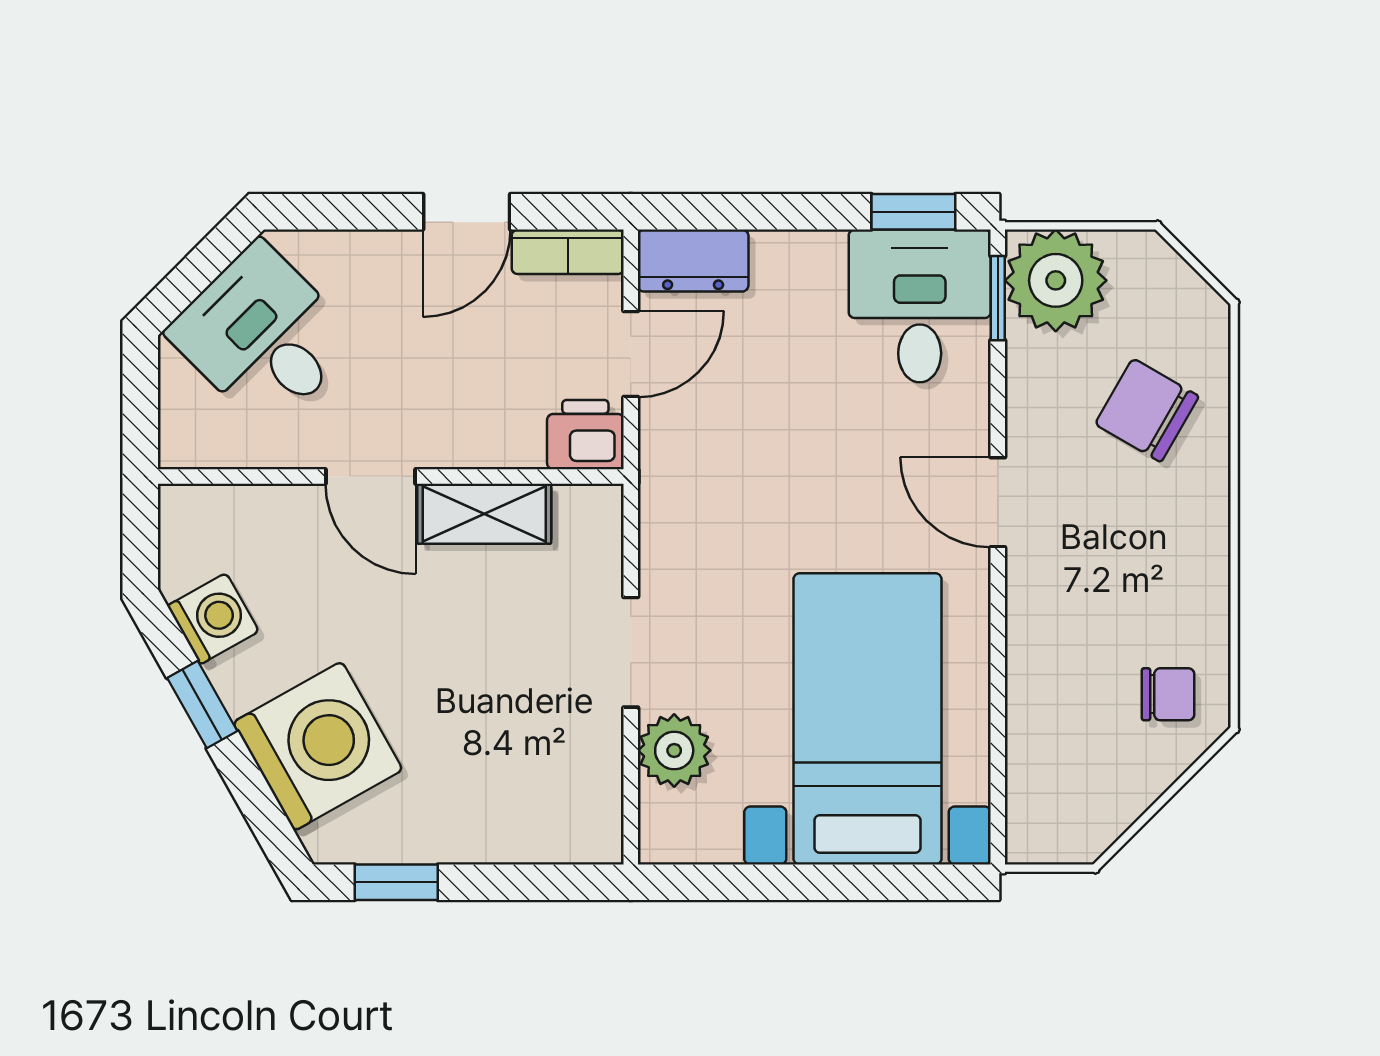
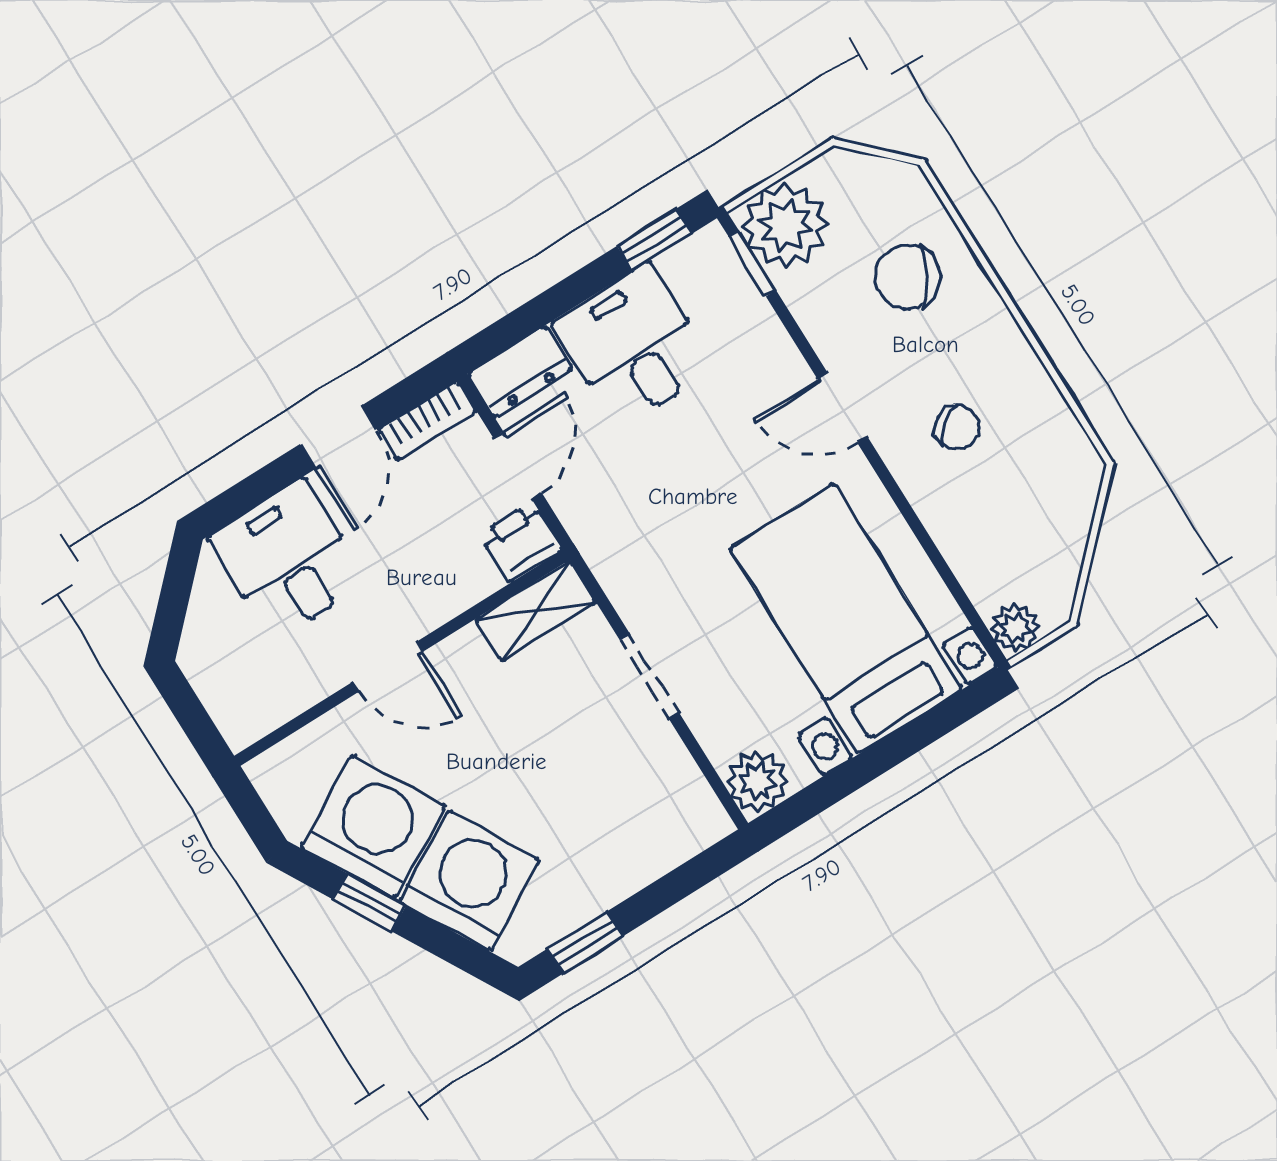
desk: (920, 306) -> (634, 345), moved
desk: (263, 336) -> (288, 560), moved, turned 45
shelving: (484, 514) -> (536, 611), moved
washing machine: (213, 619) -> (373, 827), width x1.89, depth x1.89
chair: (1168, 694) -> (957, 427), moved, turned 50
plant: (674, 750) -> (758, 781), moved
plant: (1033, 836) -> (1015, 628), added

